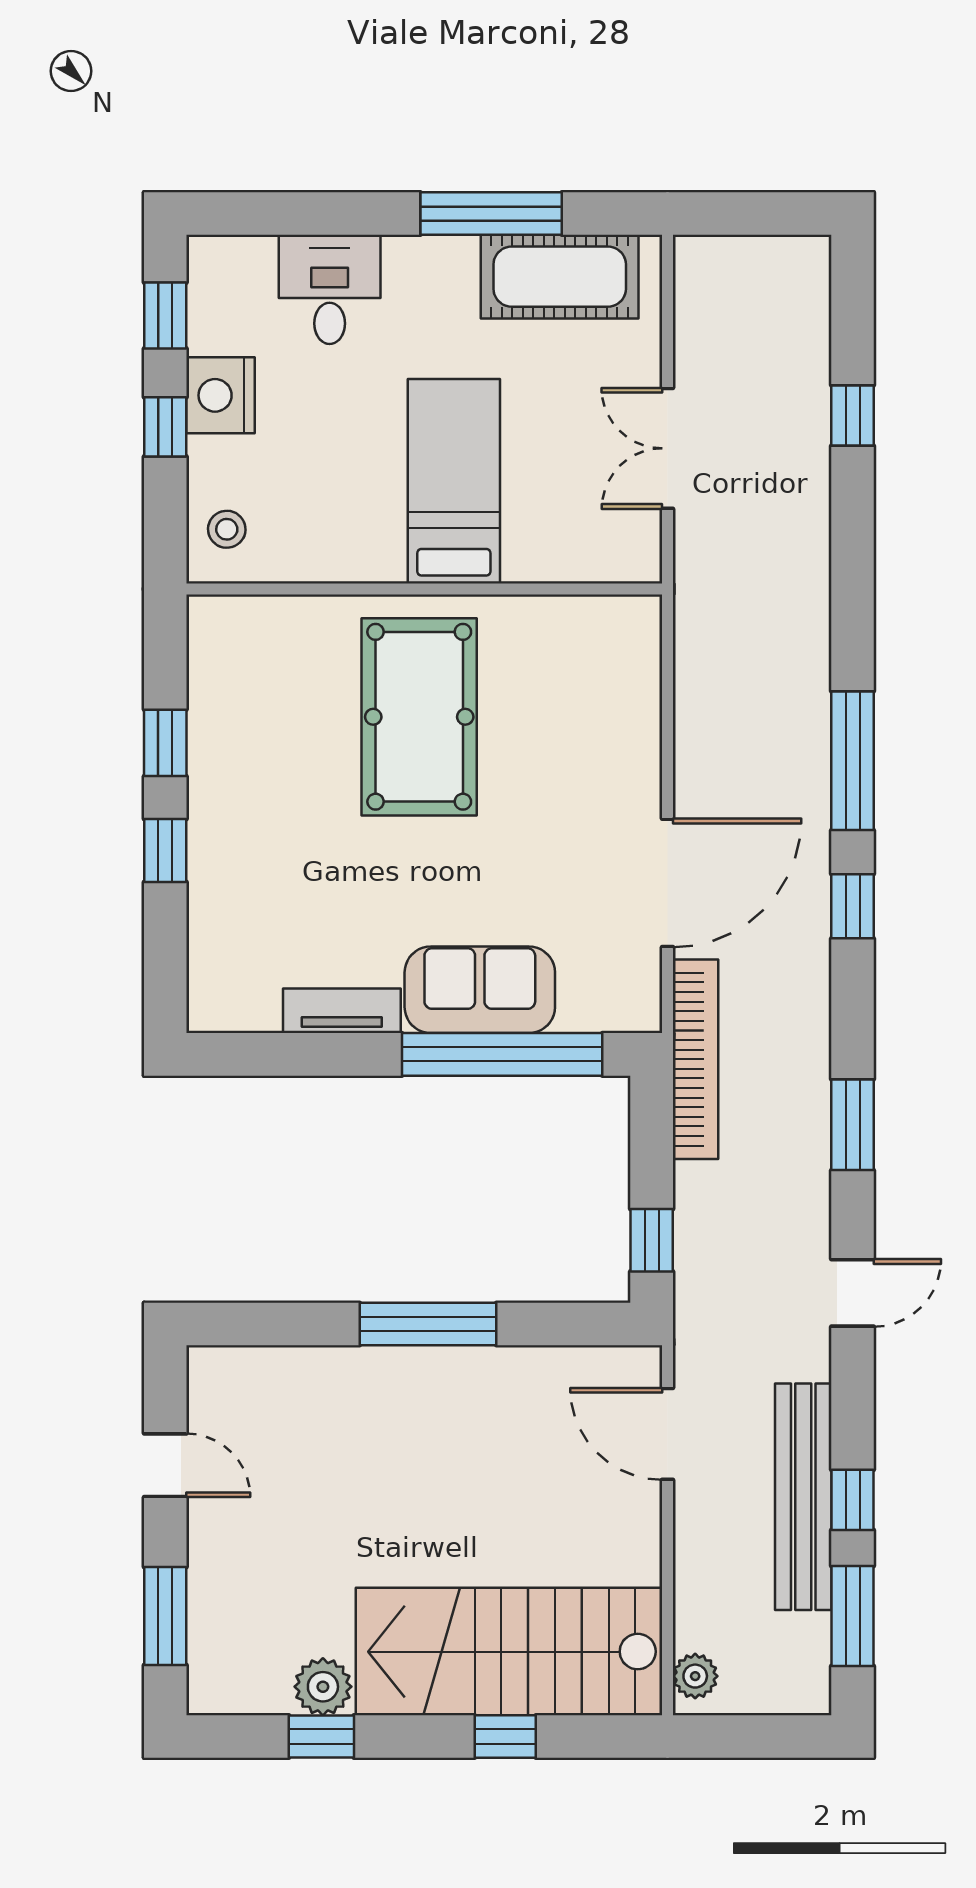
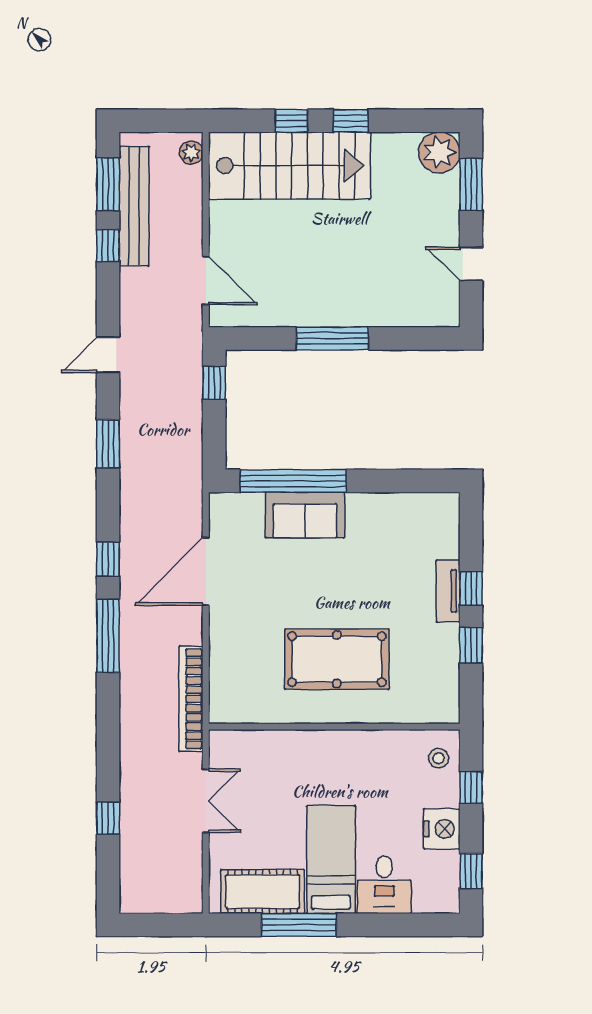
window: (165, 427) -> (471, 788), moved
bed: (454, 481) -> (331, 860), moved, turned 180
pool table: (419, 717) -> (337, 659), turned 90
tv unit: (342, 1011) -> (448, 591), moved, turned 90
bookcase: (695, 1059) -> (191, 699), moved
bench: (803, 1497) -> (134, 206), moved
plant: (323, 1687) -> (439, 152), moved, width x1.36, depth x1.36
window: (321, 1736) -> (351, 121), moved

